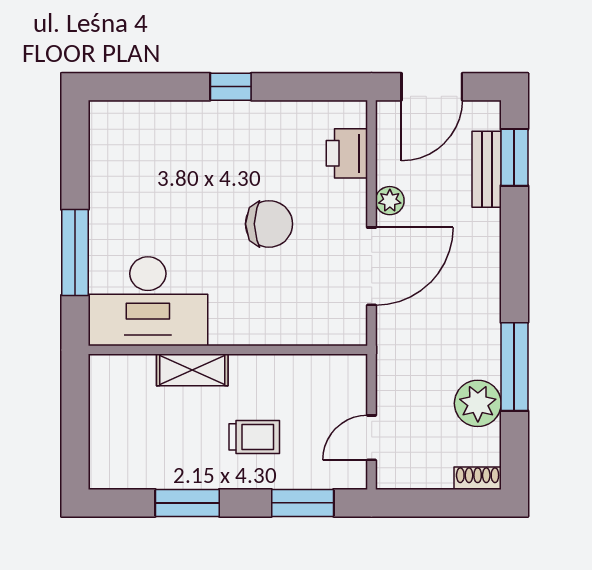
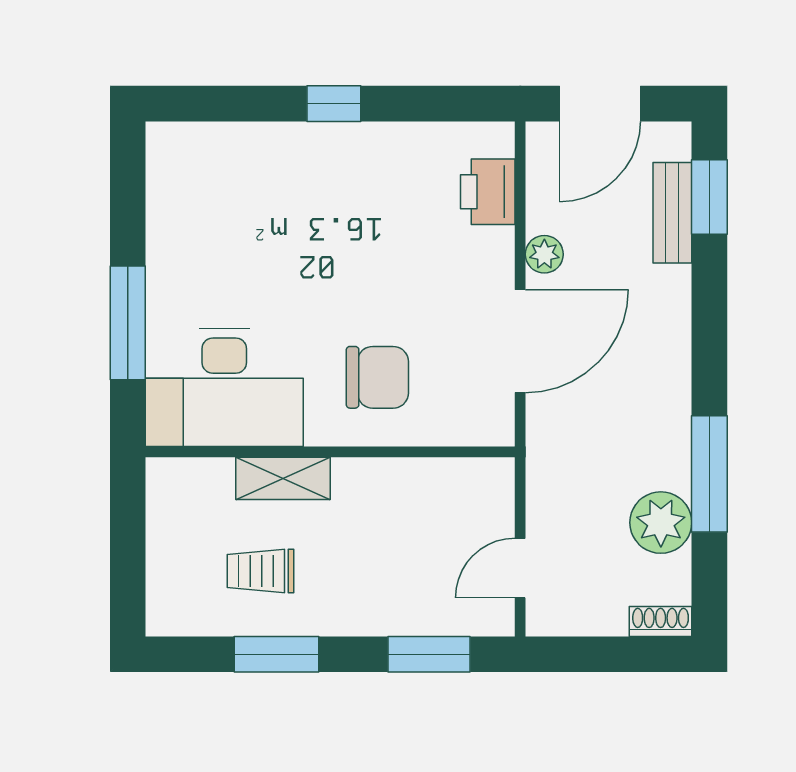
chair: (269, 224) -> (377, 377), moved
trolley: (254, 437) -> (261, 571), moved, turned 180

